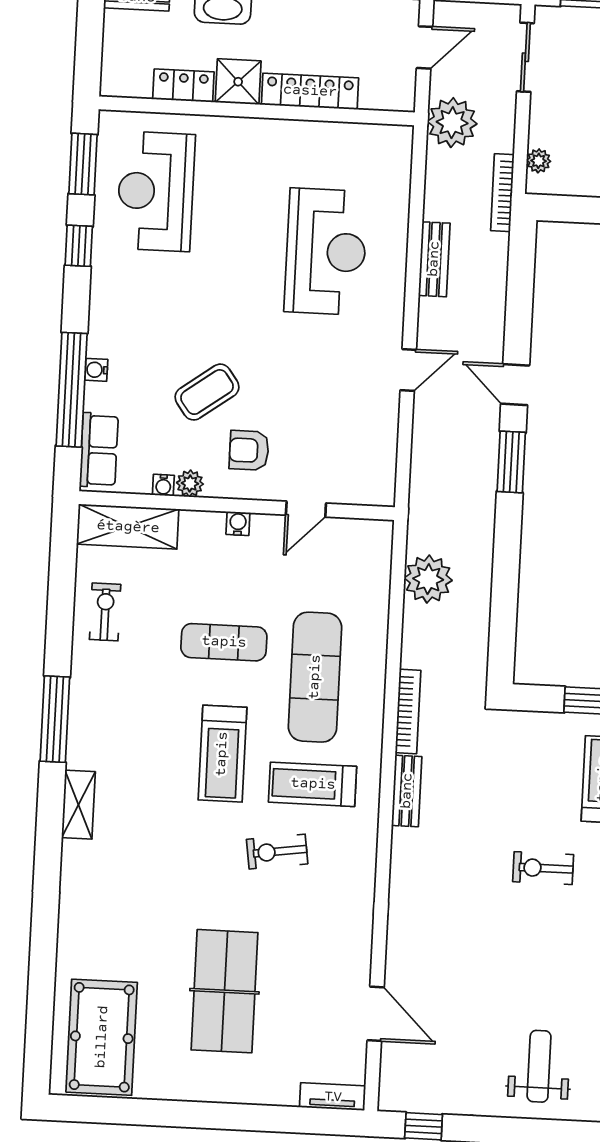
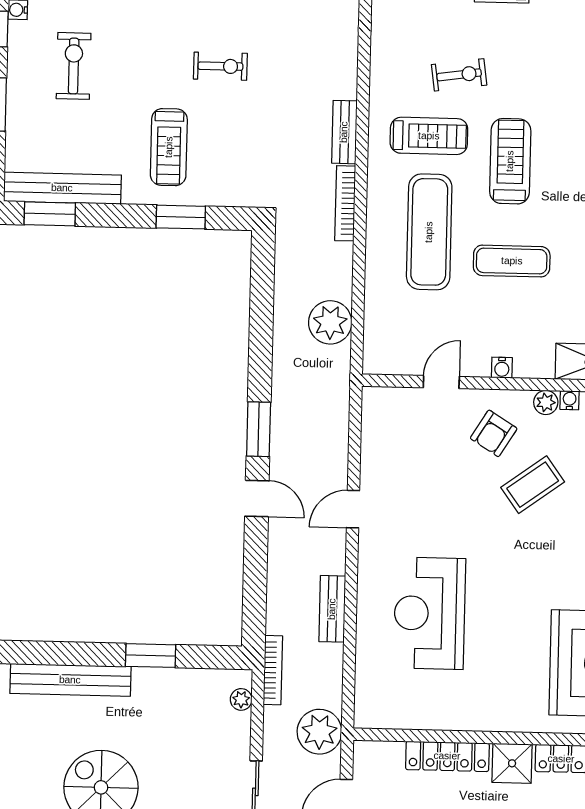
armchair: (249, 450) -> (494, 433), turned 122

